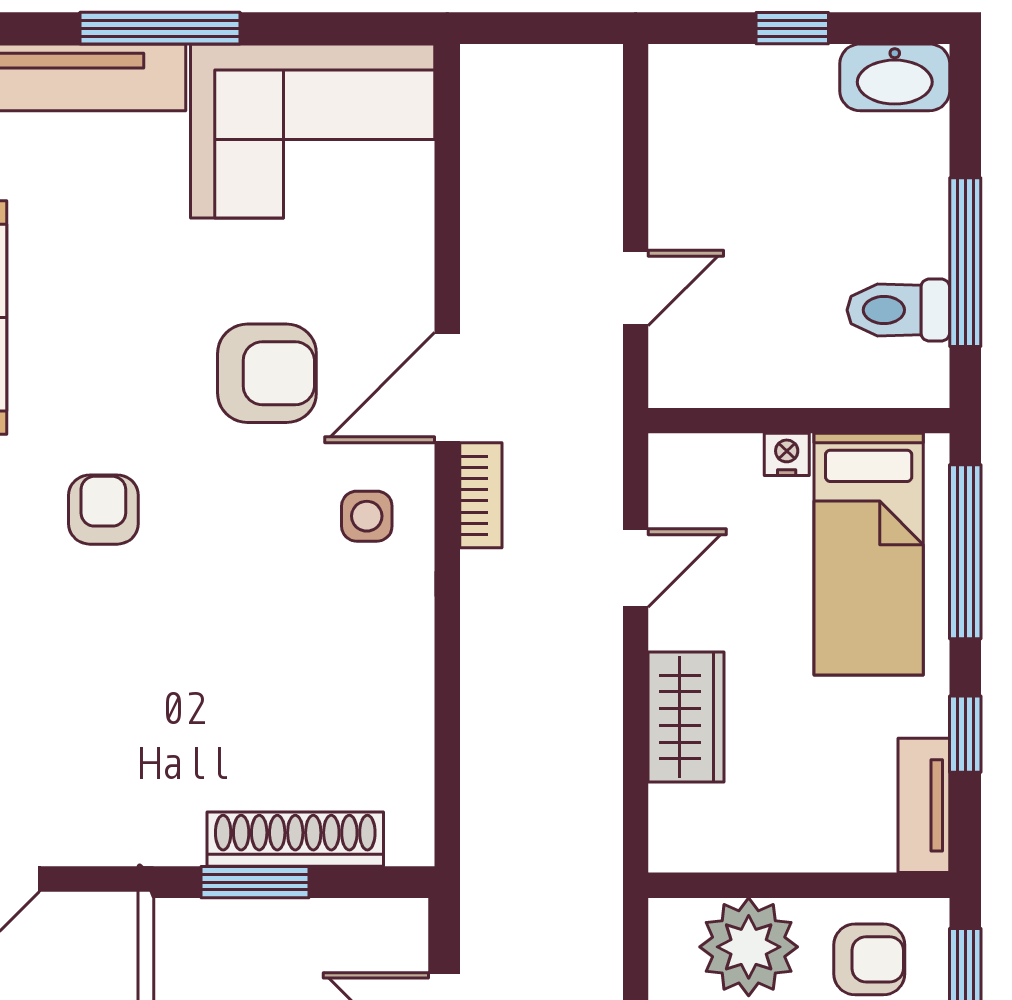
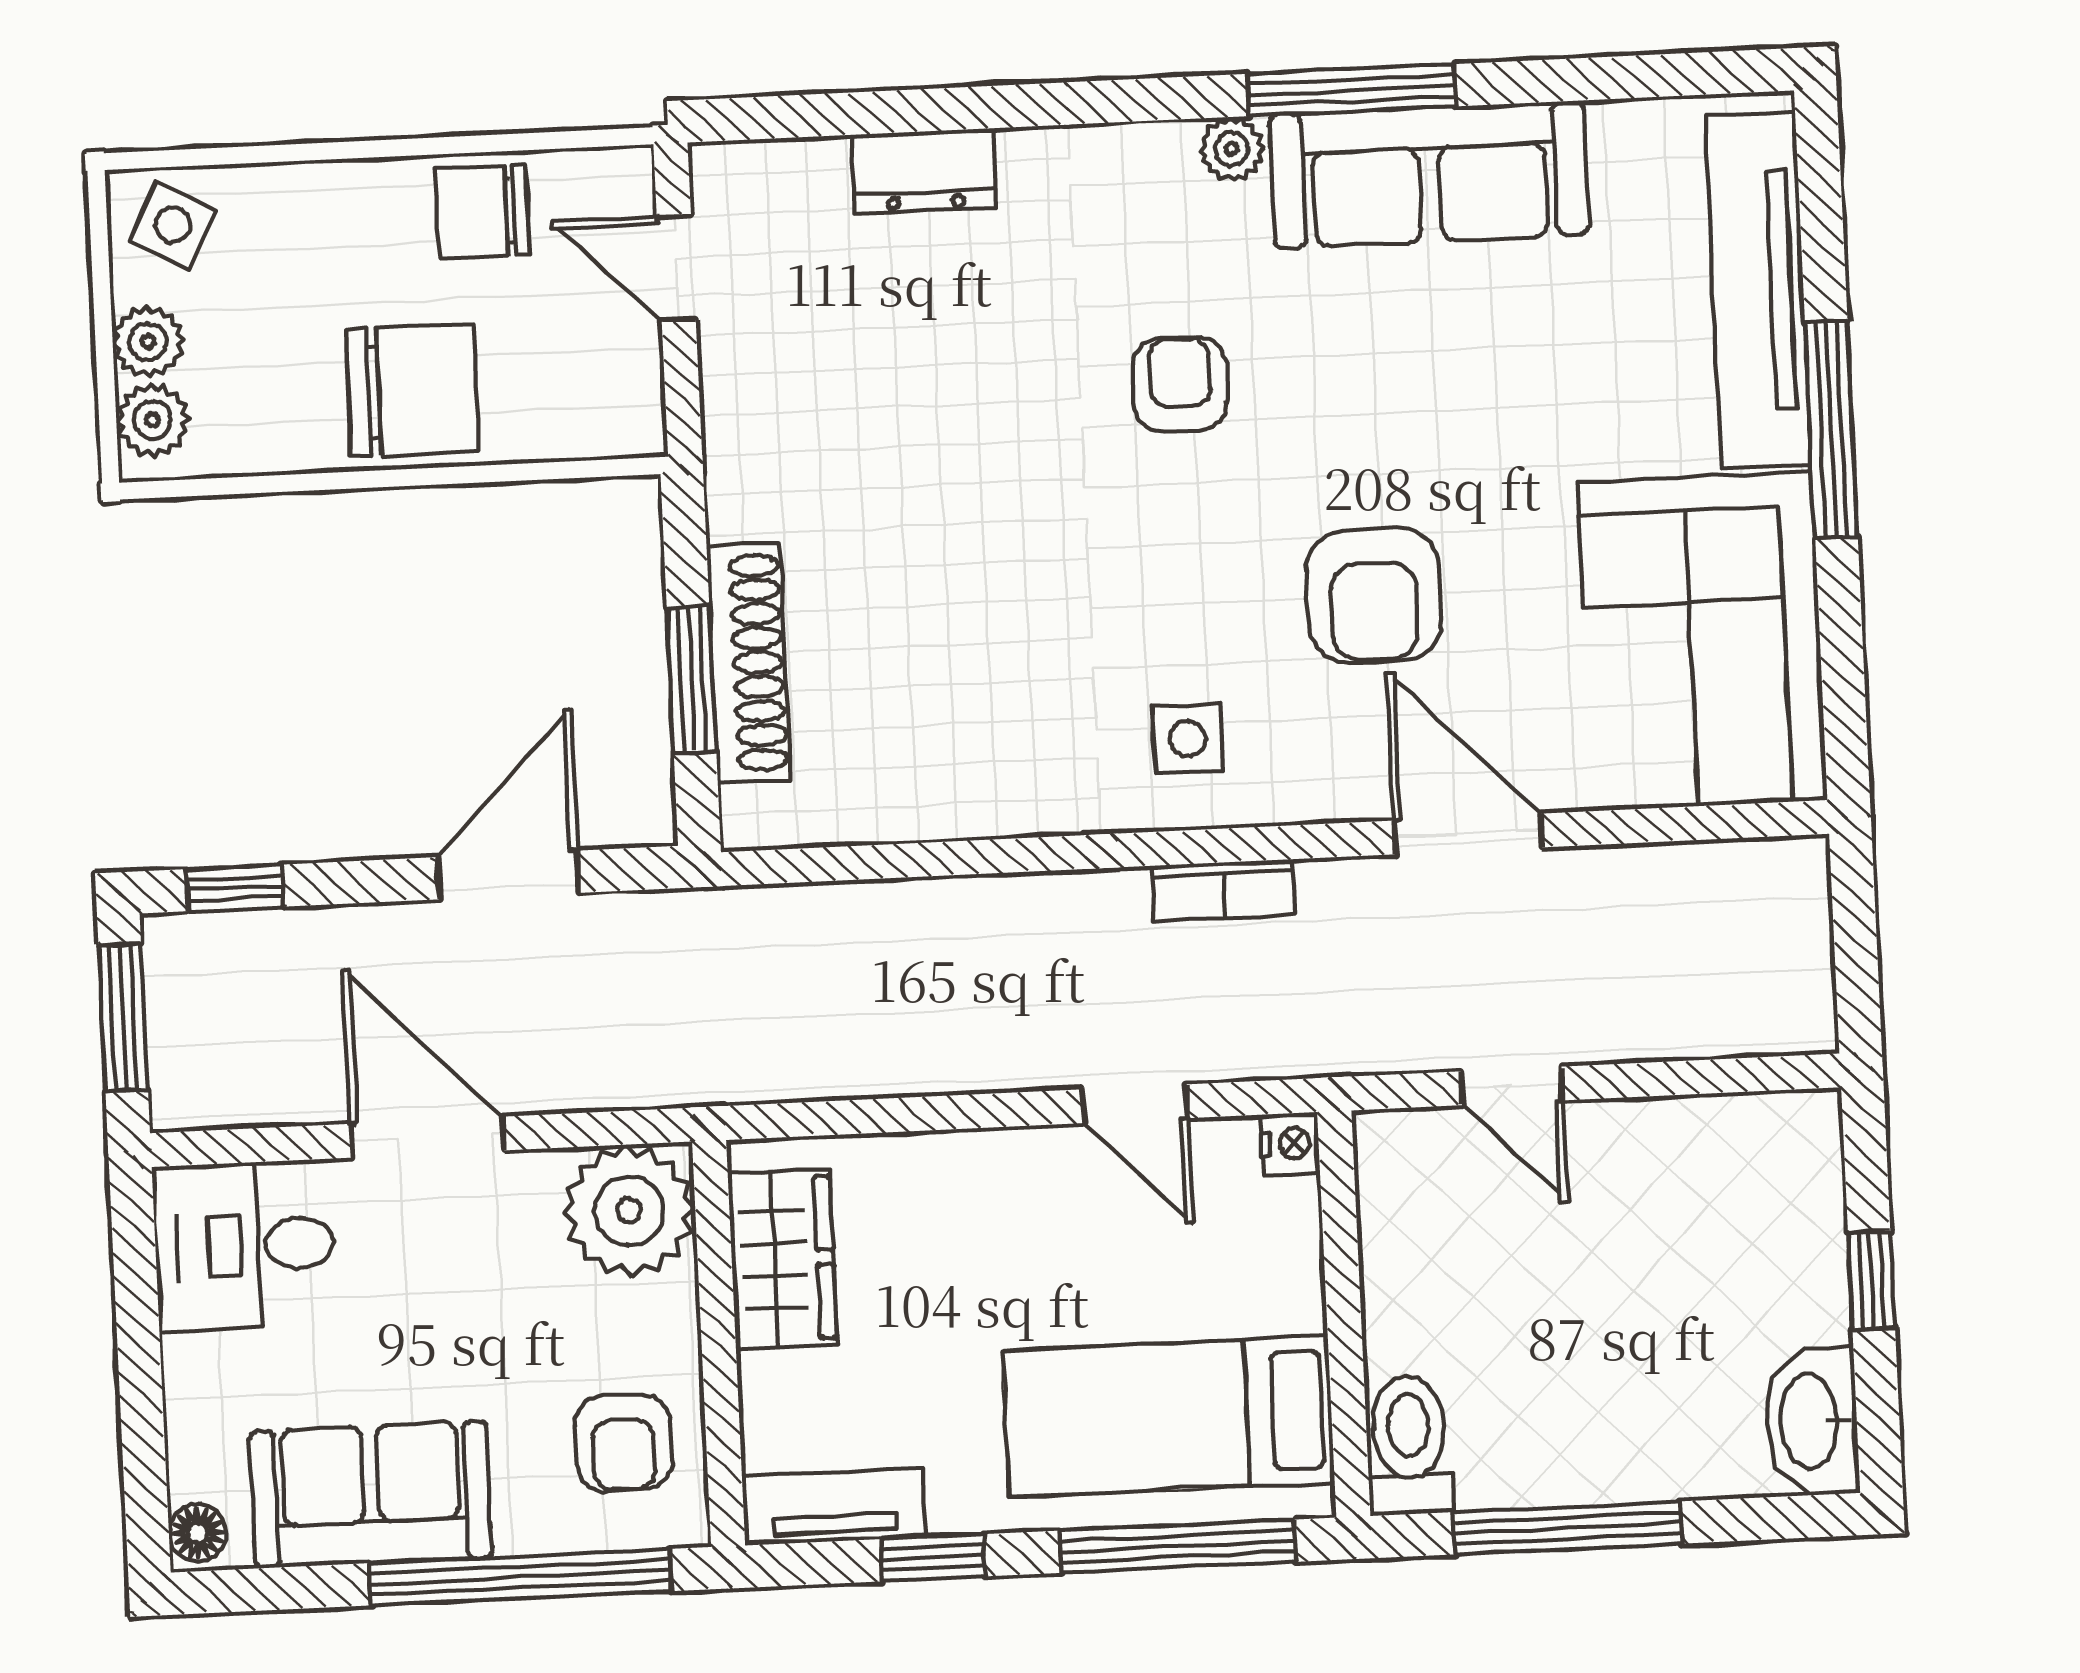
toilet: (898, 310) -> (1409, 1445), moved
door: (447, 388) -> (1468, 834), moved
nightstand: (787, 454) -> (1290, 1144), moved
armchair: (103, 510) -> (1180, 384), turned -90
wardrobe: (686, 717) -> (783, 1259), moved, turned -90
window: (255, 882) -> (691, 679), moved
plant: (749, 947) -> (629, 1211), moved

